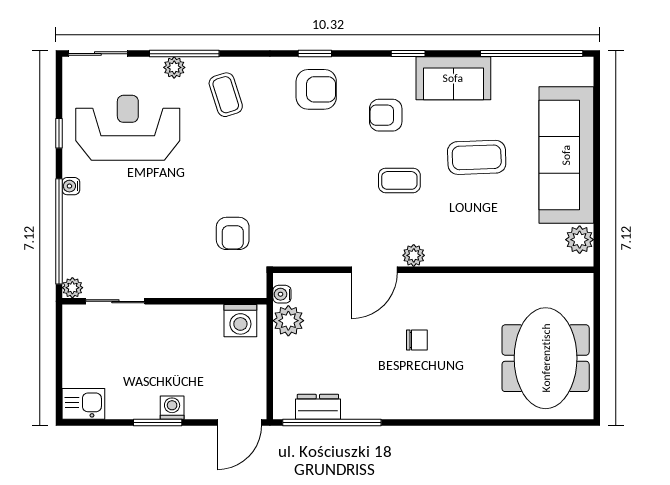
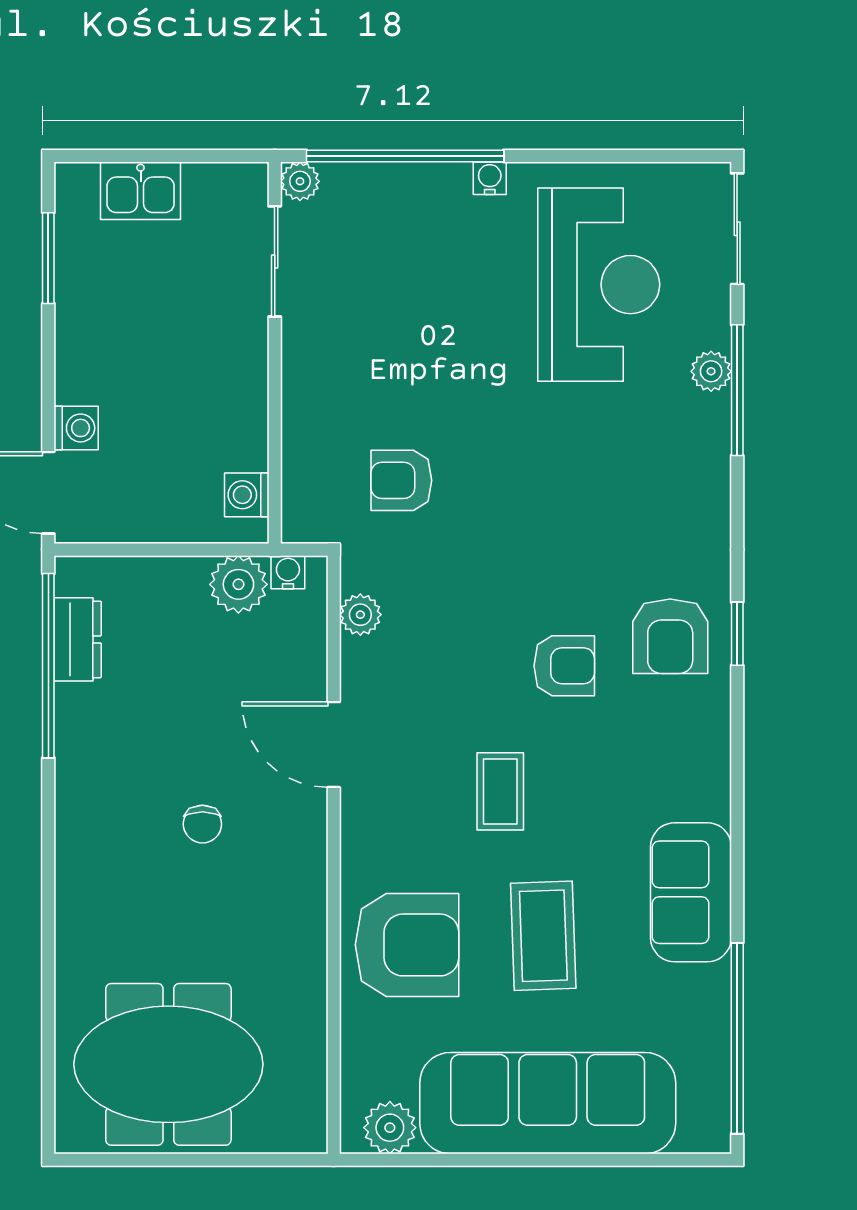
window: (408, 54) -> (737, 808), removed
coffee table: (226, 95) -> (660, 467), removed
armchair: (386, 115) -> (564, 666), moved, turned 90
window: (59, 133) -> (588, 156), removed
armchair: (482, 230) -> (407, 945), added
plant: (414, 255) -> (360, 615), moved
washing machine: (240, 321) -> (247, 495), width x0.73, depth x0.73
kitchen sink: (83, 404) -> (141, 191), moved, turned 90
washing machine: (172, 408) -> (76, 428), moved
window: (158, 423) -> (48, 258), moved

